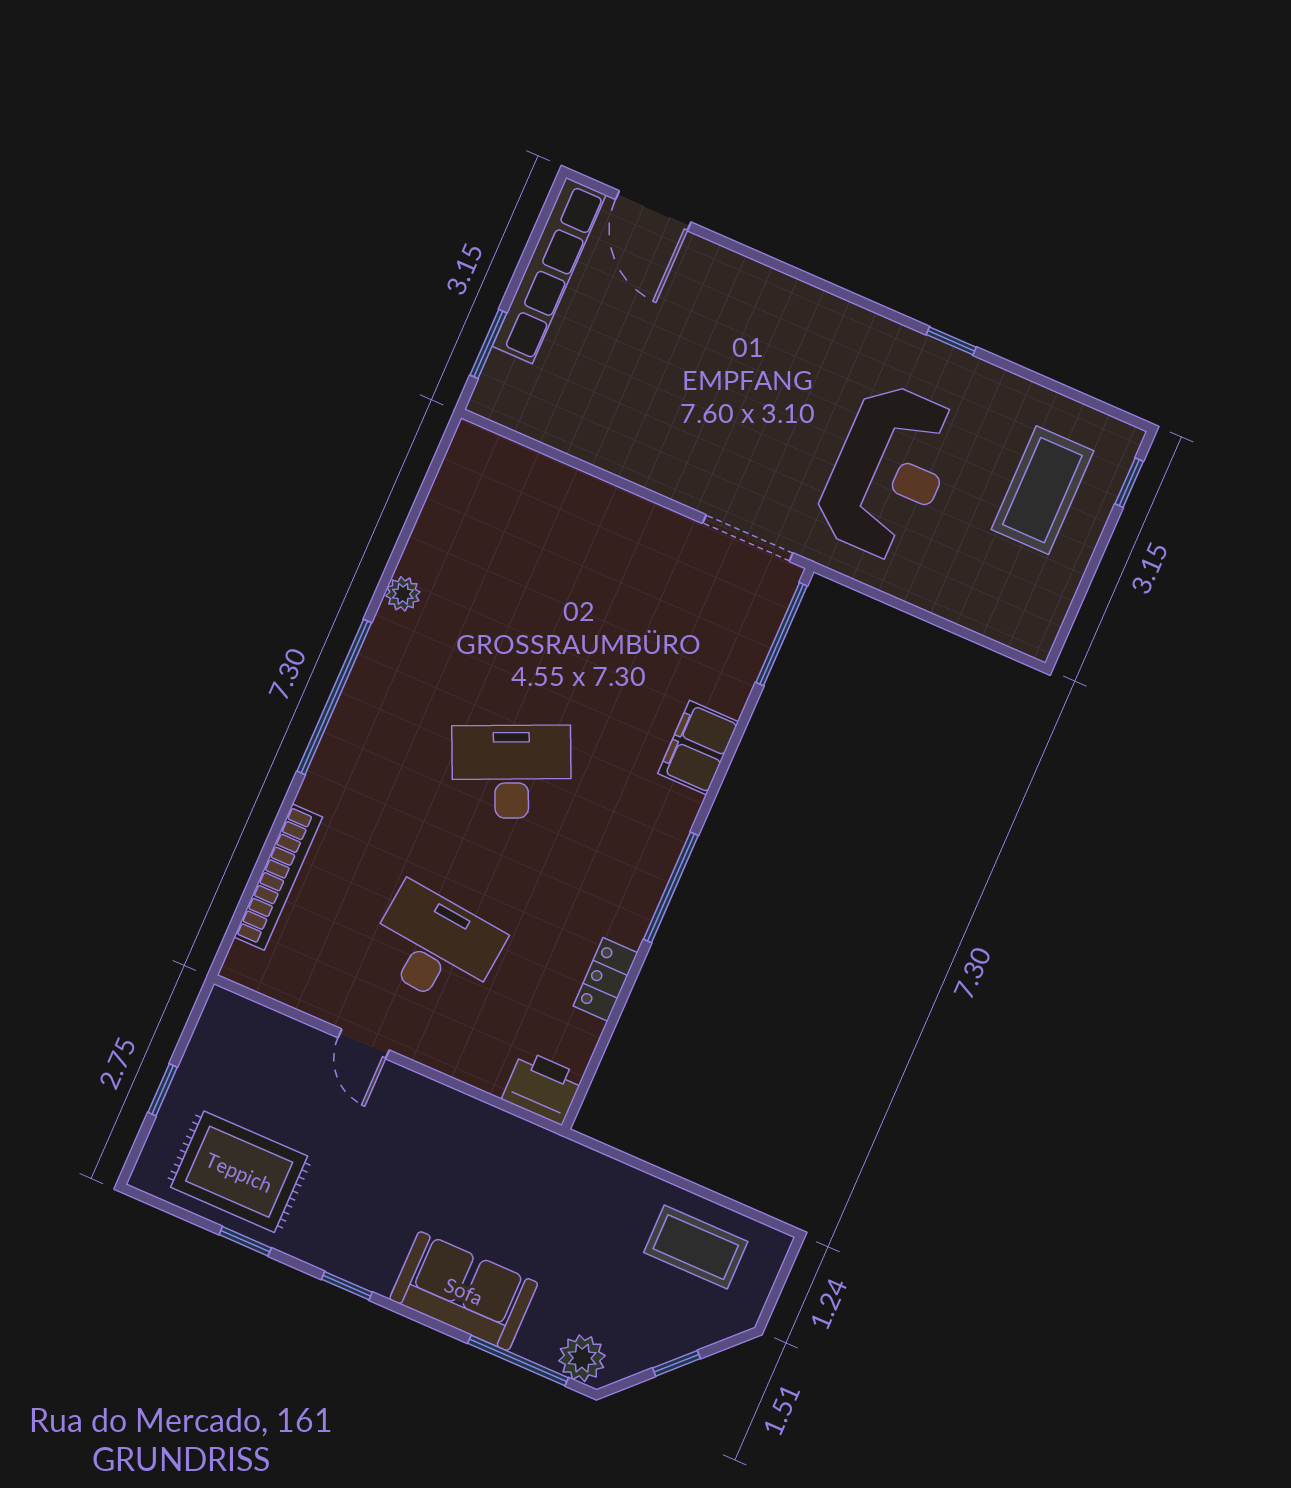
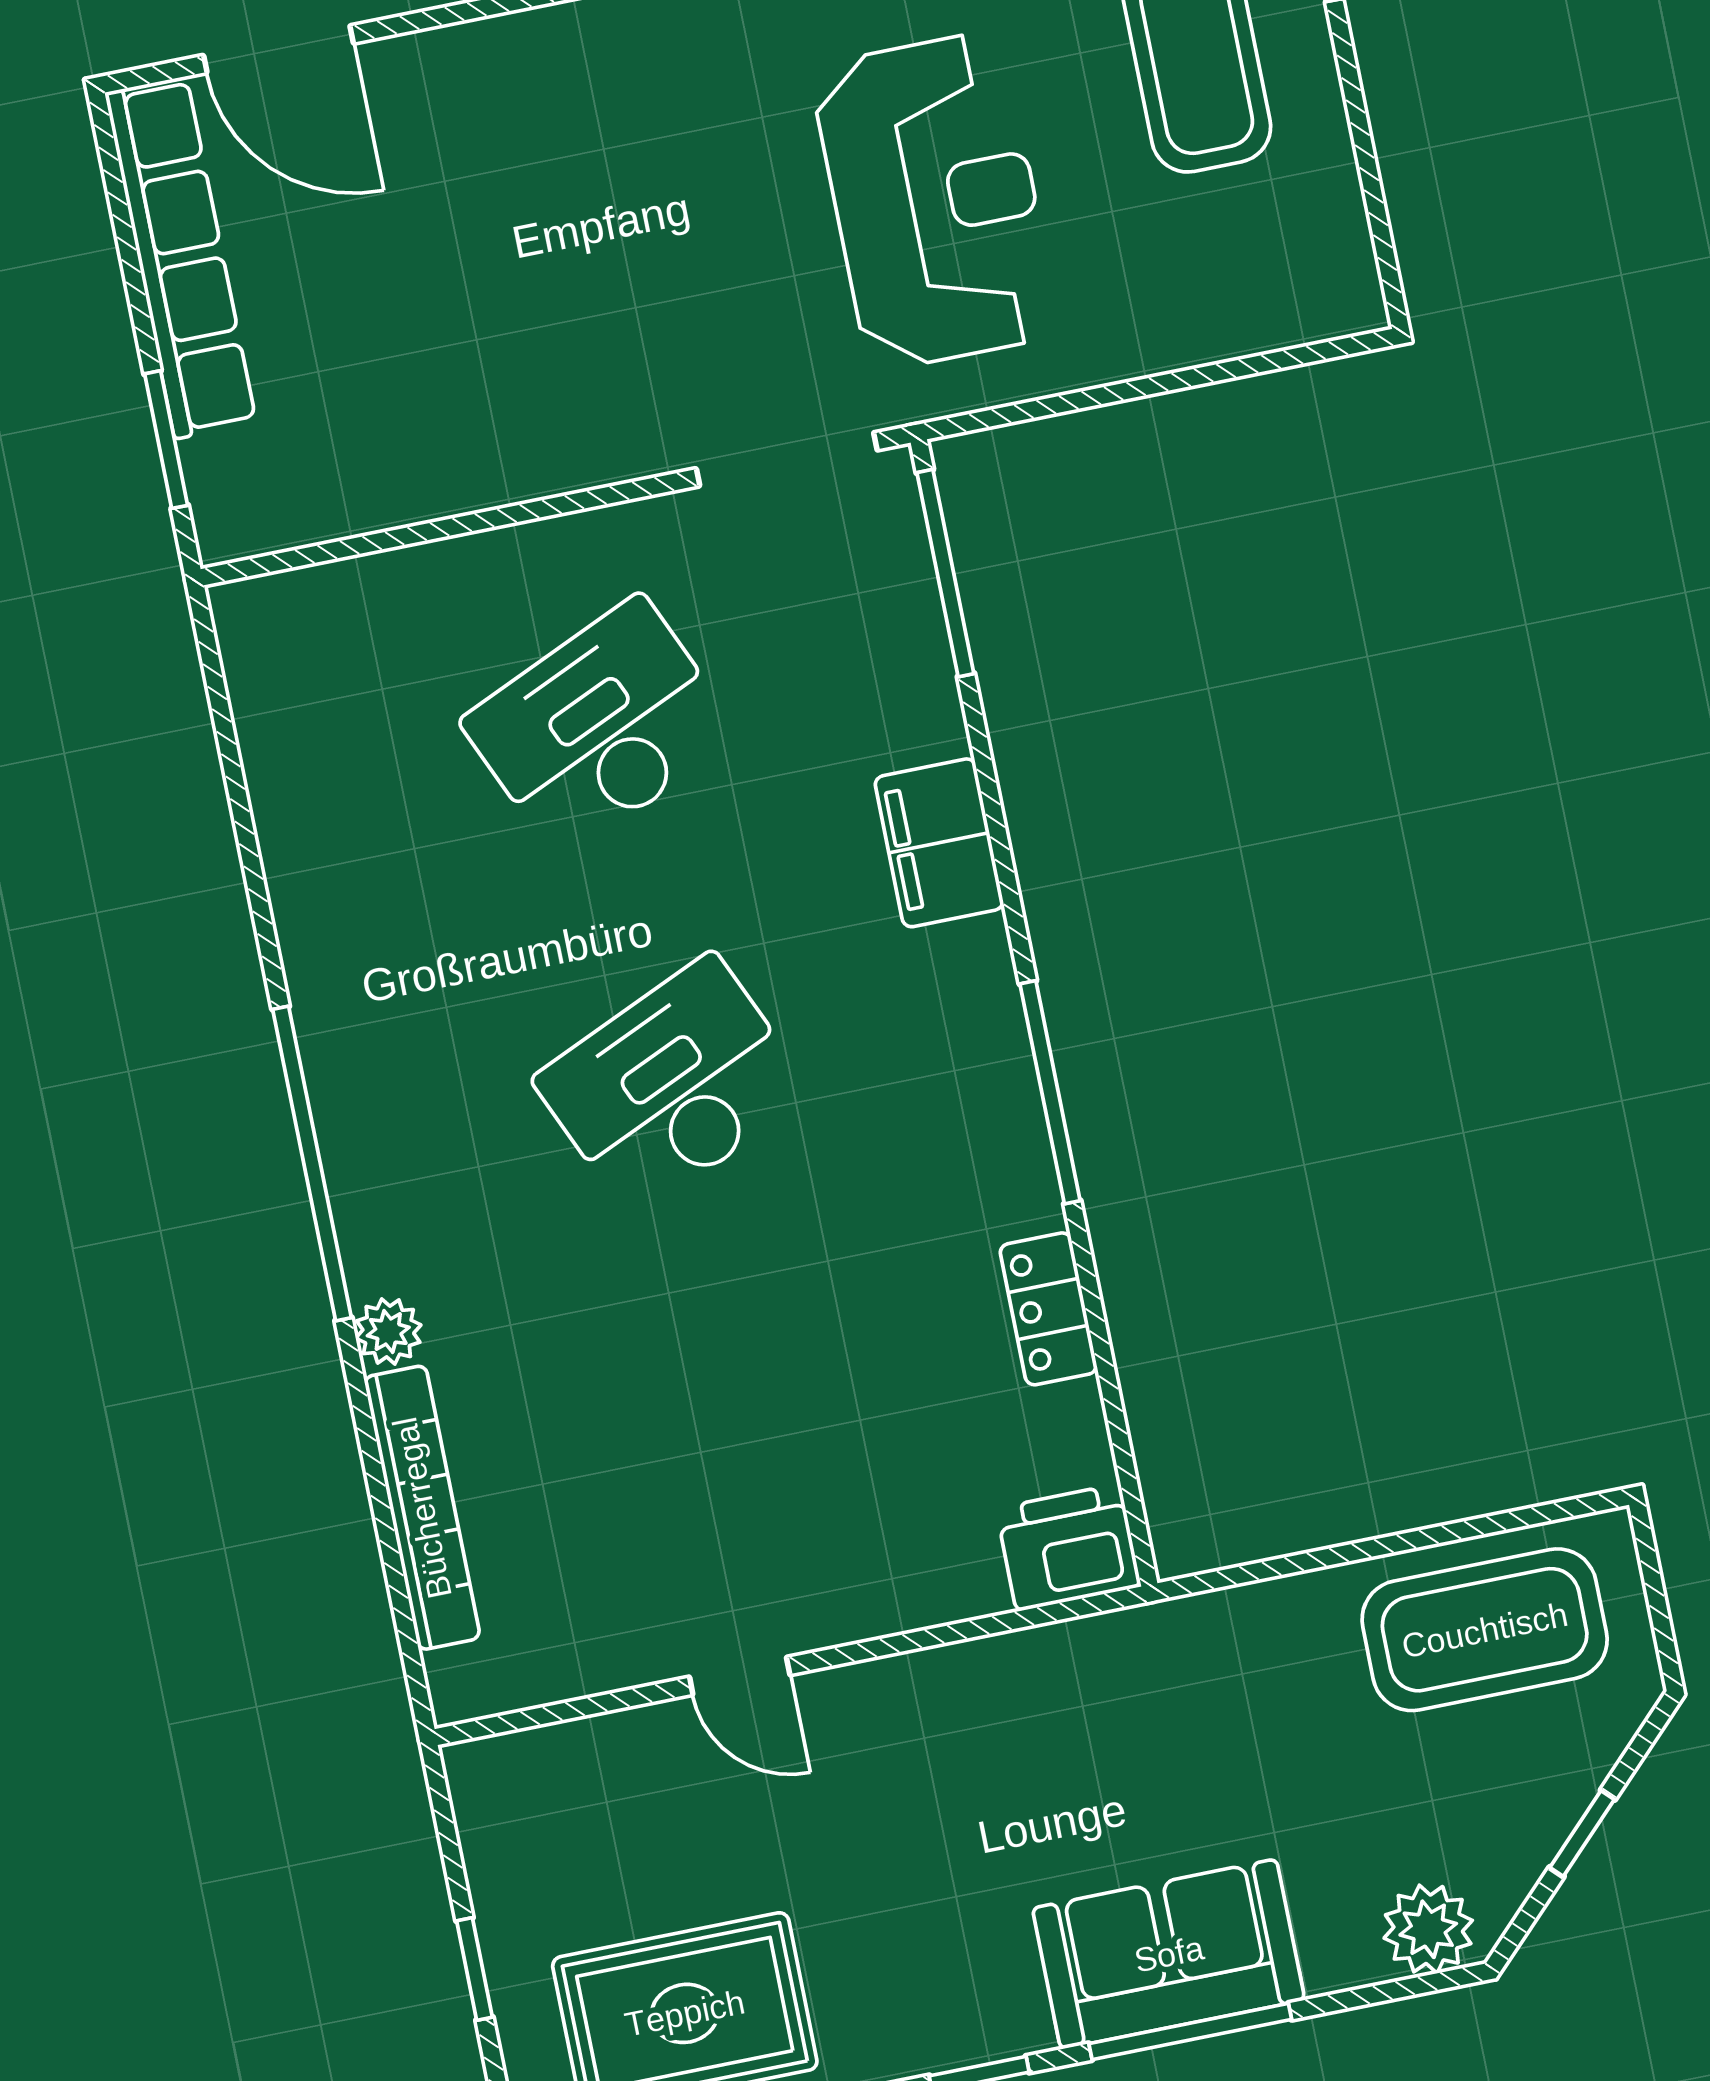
plant: (403, 594) -> (388, 1332), moved
desk: (435, 946) -> (600, 728), moved, turned -30
coffee table: (696, 1247) -> (1485, 1630), width x1.36, depth x1.32
window: (518, 1360) -> (1190, 2031), moved

